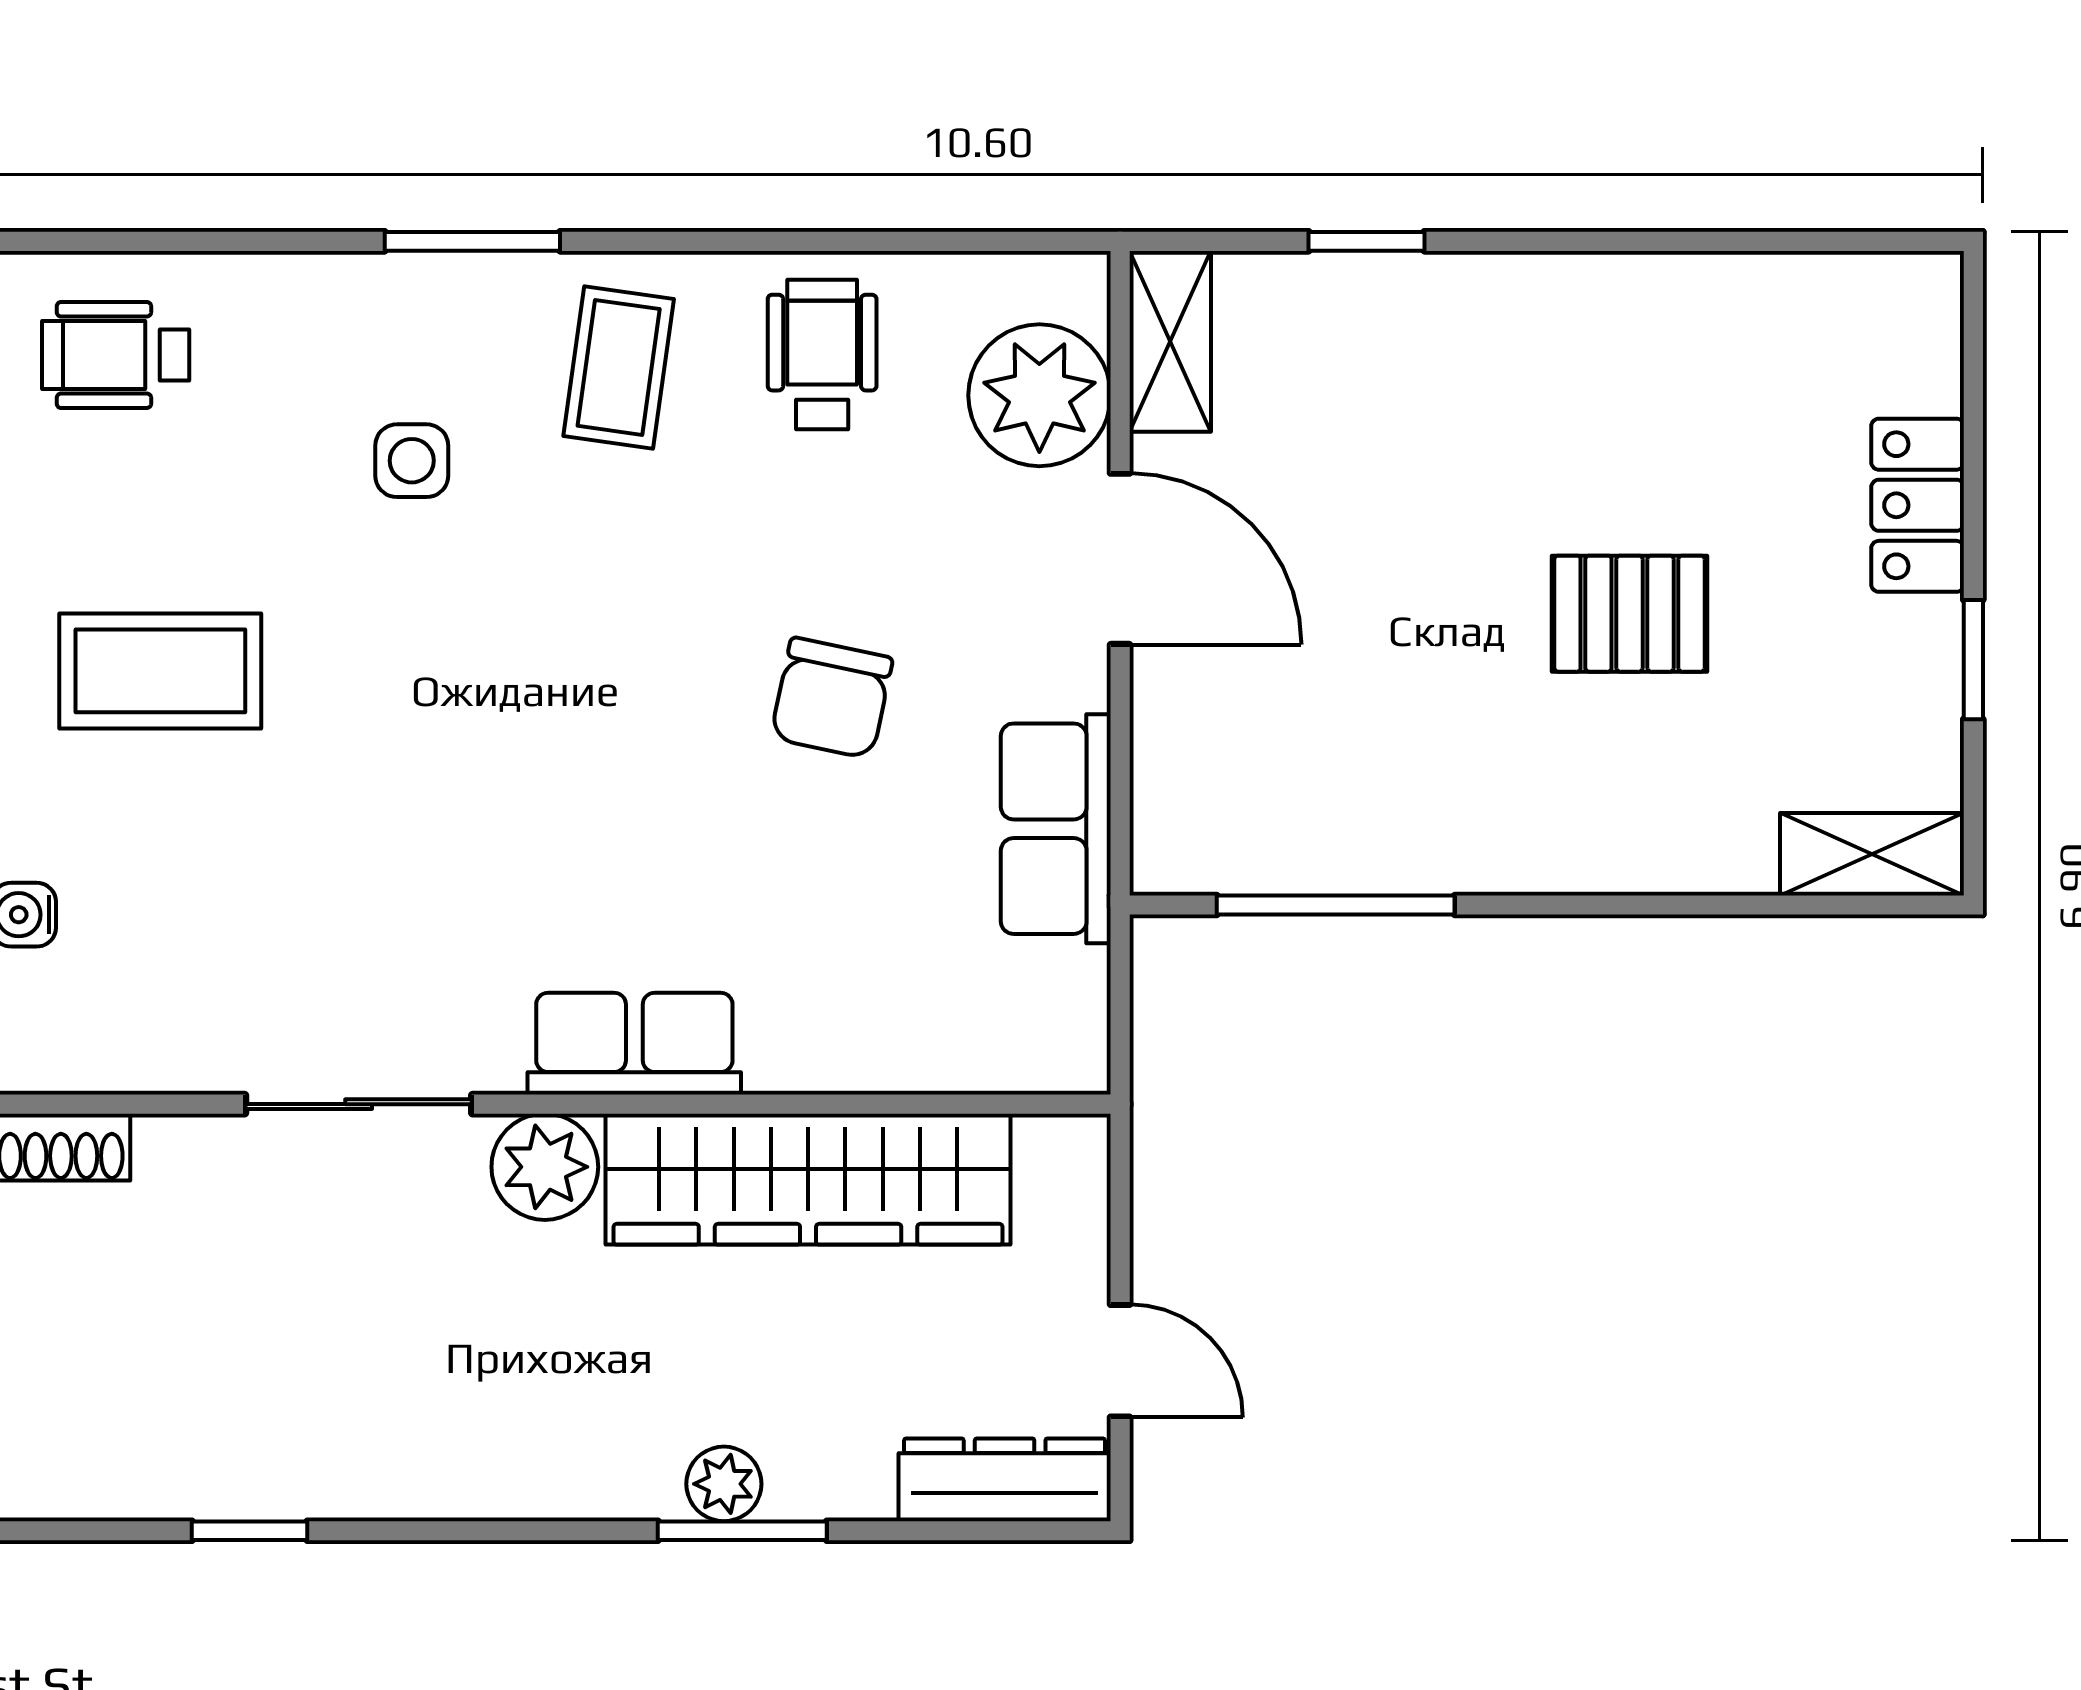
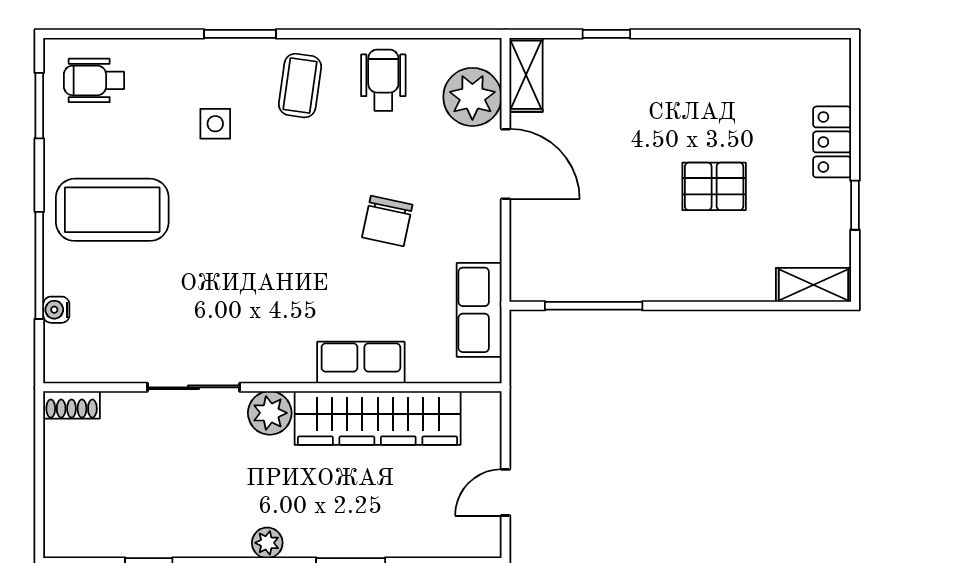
coffee table: (160, 671) -> (112, 210), width x1.36, depth x1.32
row of seats: (1056, 829) -> (479, 310), moved
row of seats: (634, 1044) -> (361, 363), moved
door: (1120, 1361) -> (505, 492), swing flipped
dresser: (1005, 1480) -> (458, 541), removed
plant: (724, 1484) -> (267, 543), moved

